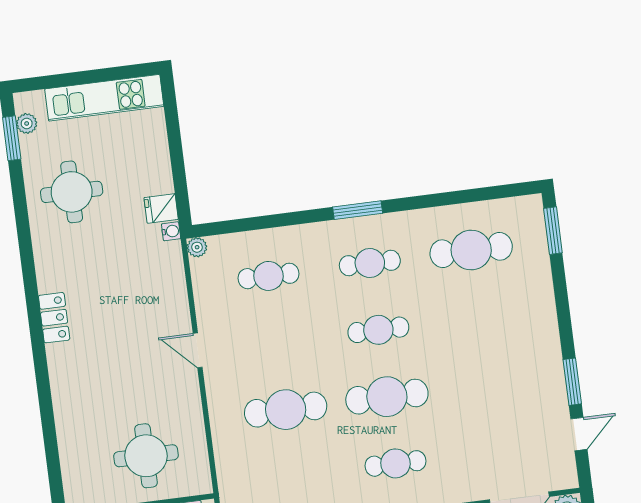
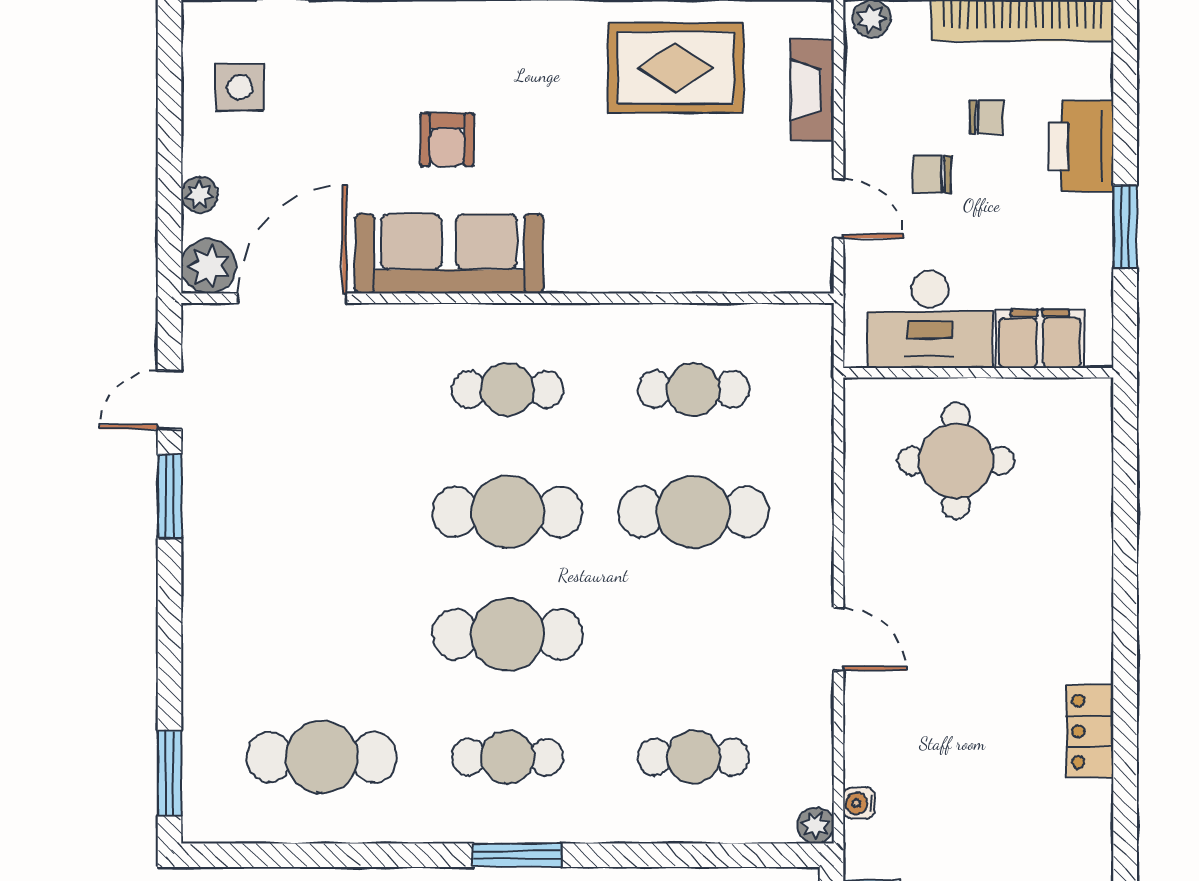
water cooler: (171, 231) -> (859, 803), moved
cafe table: (378, 330) -> (508, 634), width x1.37, depth x1.35
cafe table: (294, 476) -> (693, 389), added

